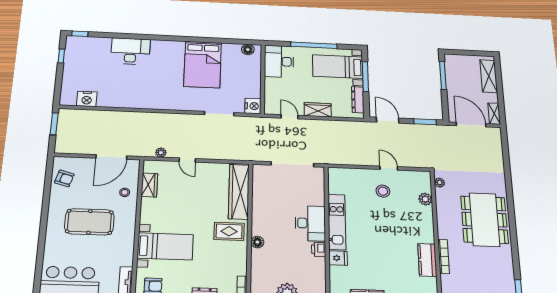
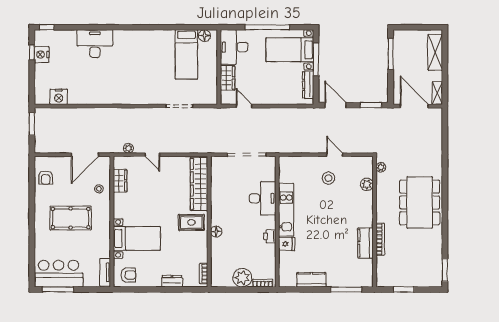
bed: (203, 64) -> (186, 54), moved, width x0.67
nightstand: (253, 106) -> (42, 55), moved, turned 180
wardrobe: (318, 110) -> (228, 78), moved, turned 90
armchair: (64, 178) -> (46, 178), turned 74
desk: (310, 223) -> (263, 198), moved

